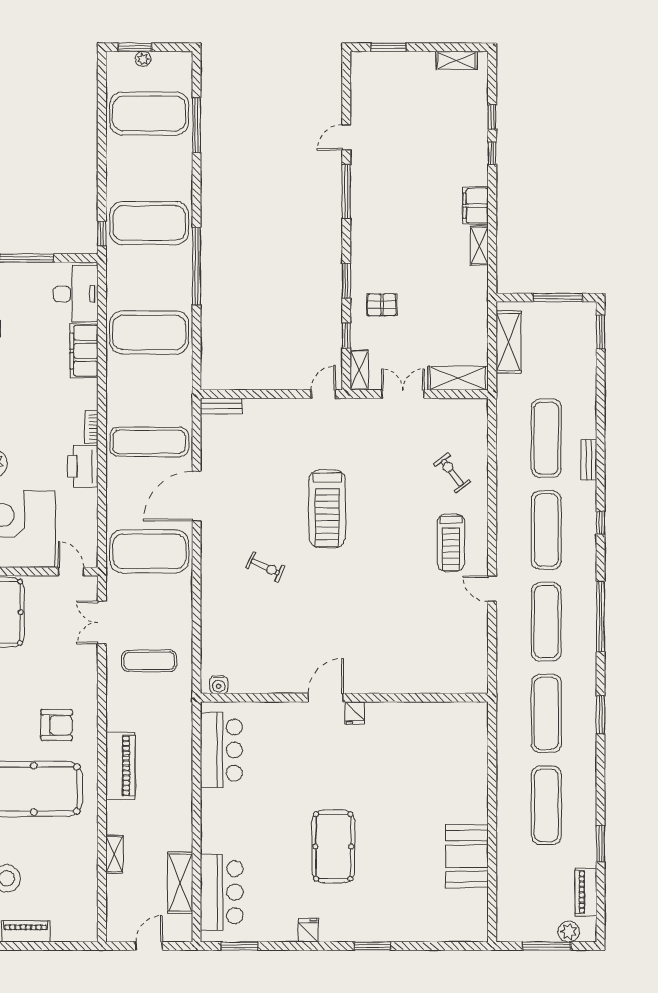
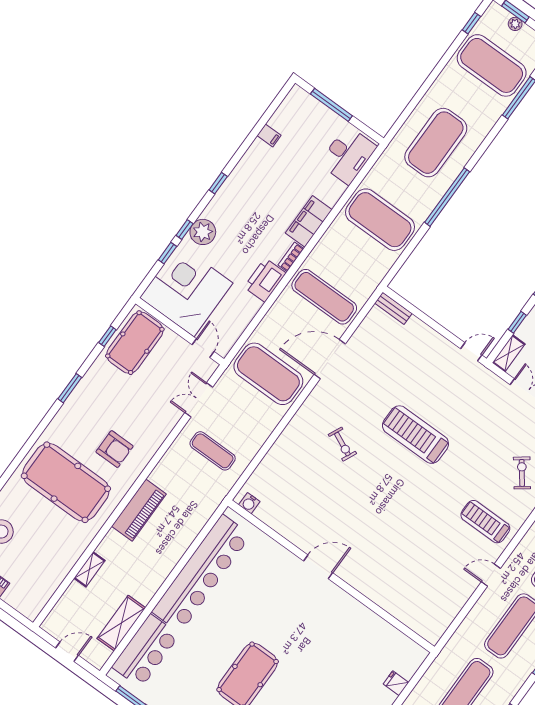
exercise mat: (149, 223) -> (436, 143), turned 90
window: (102, 233) -> (471, 23), moved
filing cabinet: (84, 351) -> (309, 221), moved
treadmill: (327, 509) -> (415, 435), turned 90
treadmill: (451, 543) -> (485, 522), turned 90
door: (492, 589) -> (491, 575), hinge flipped
fridge: (354, 713) -> (396, 683), moved, turned 90
bar counter: (221, 750) -> (201, 573), width x1.86

